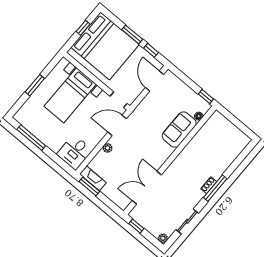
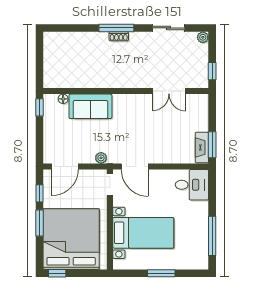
window: (83, 28) -> (57, 273), moved
plant: (108, 148) -> (101, 158), moved
double door: (147, 188) -> (169, 91), width x0.73

